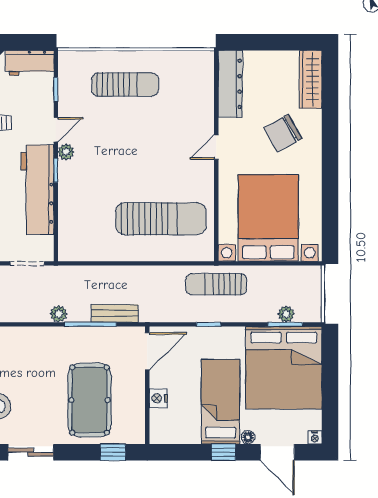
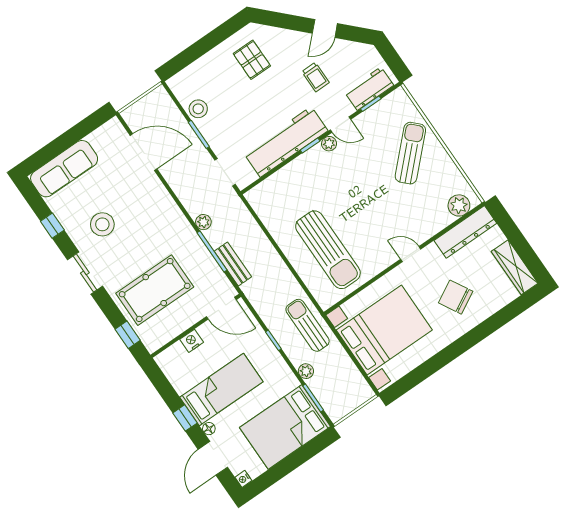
workbench: (30, 63) -> (369, 89), moved, turned 90
plant: (202, 73) -> (459, 205), added
wardrobe: (311, 79) -> (515, 267), moved, turned -90
sun lounger: (125, 84) -> (410, 153), turned -135
plant: (286, 314) -> (306, 371), moved
bed: (284, 368) -> (285, 427), width x0.73

